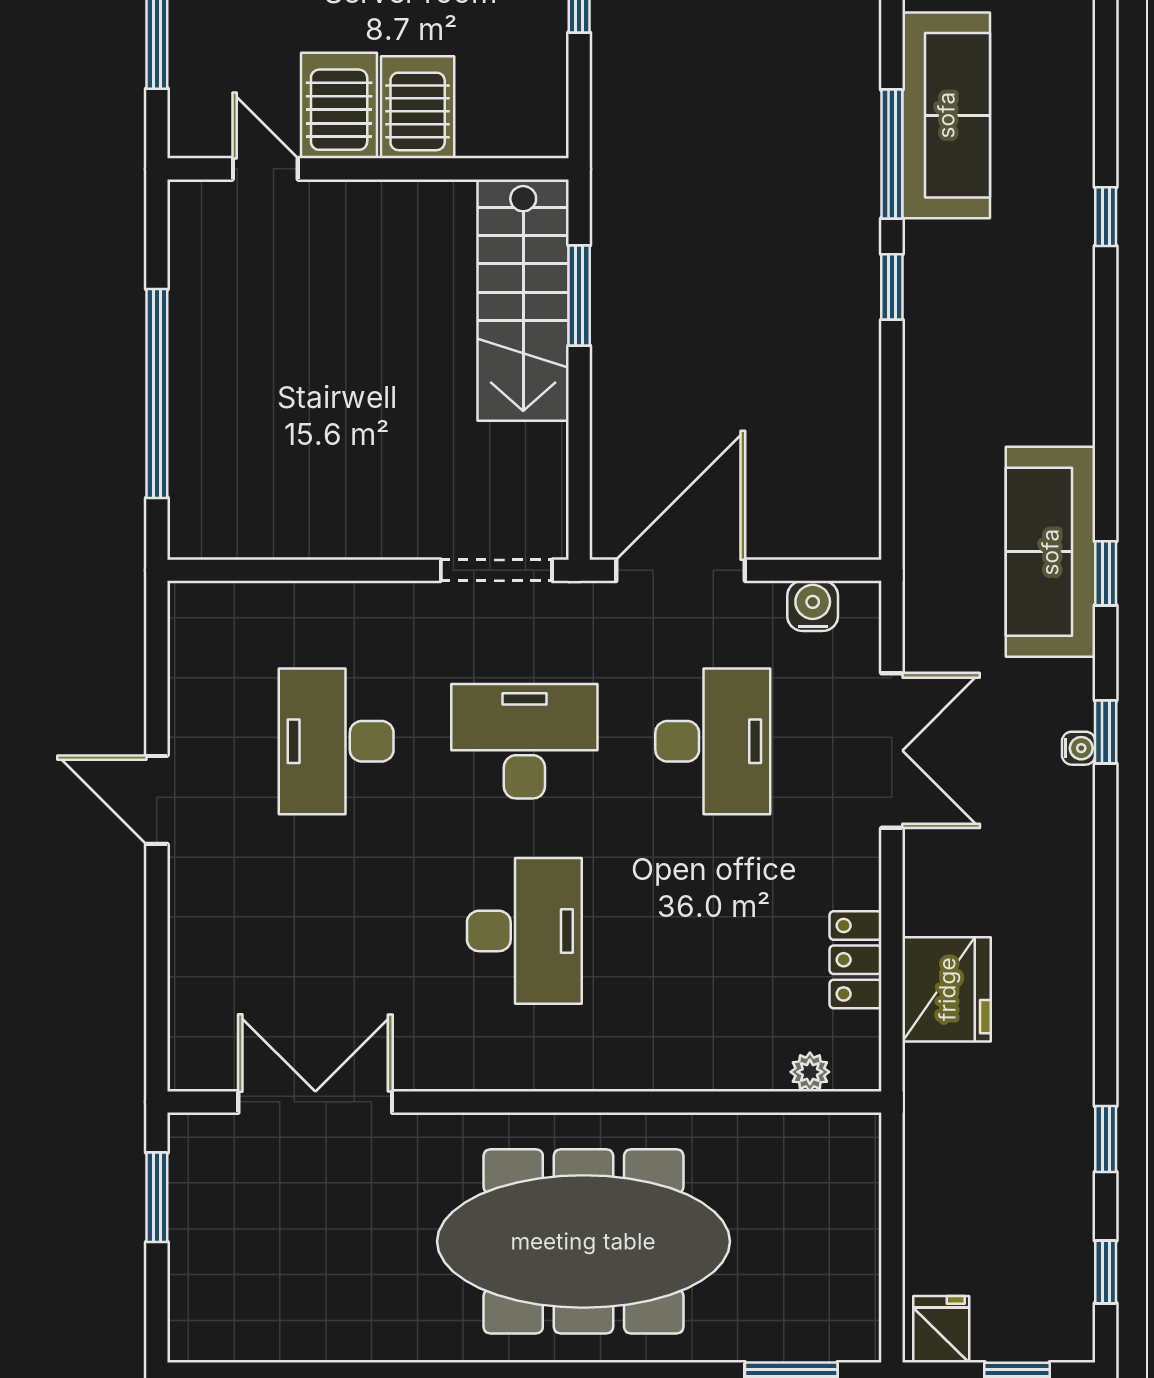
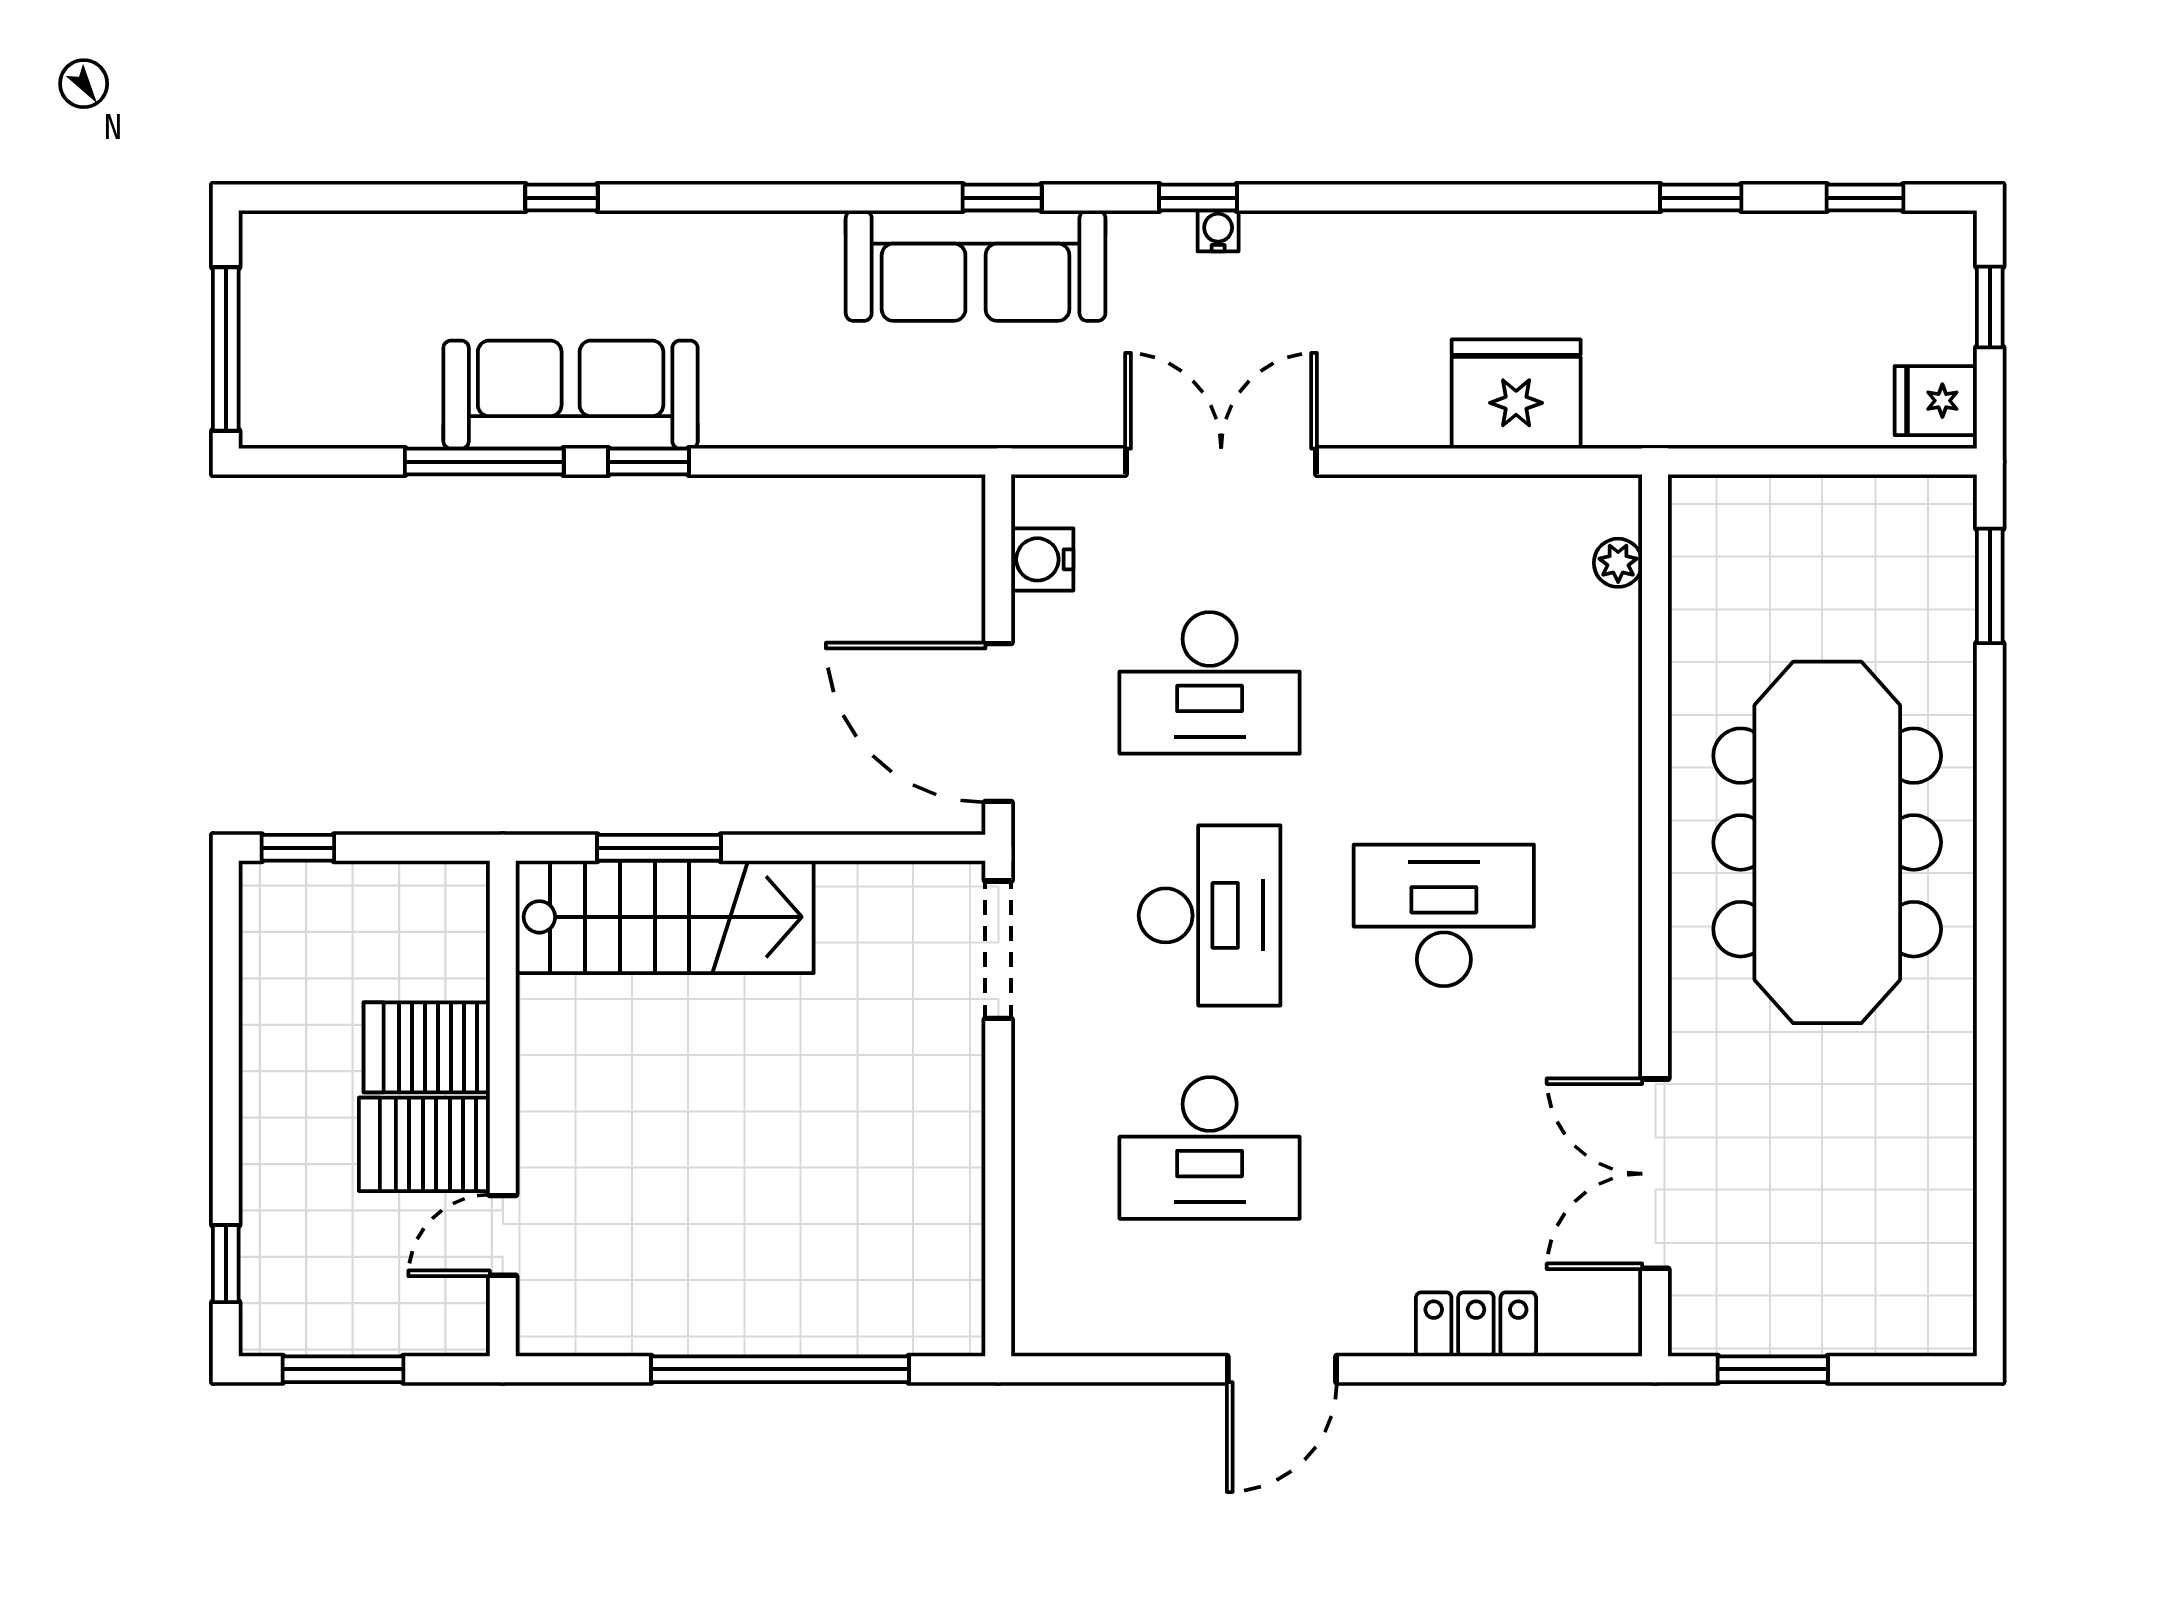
sofa: (946, 115) -> (571, 395), moved
desk: (524, 741) -> (1210, 915), turned 180
desk: (713, 741) -> (1210, 683), turned 180
locker: (856, 960) -> (1476, 1324), moved, turned 180

